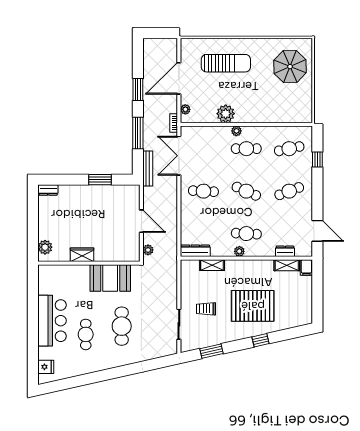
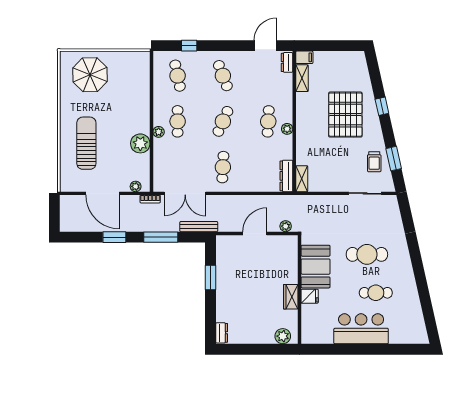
dresser: (285, 251) -> (287, 62), moved
shelving: (212, 265) -> (302, 179), moved
trolley: (206, 309) -> (374, 162), moved
fridge: (46, 367) -> (310, 296), moved, turned 90

